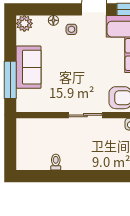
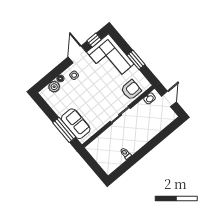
plant: (24, 23) -> (54, 87), moved
sofa: (29, 67) -> (76, 124), moved

